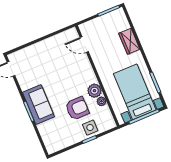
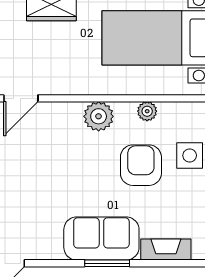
plant: (94, 91) -> (99, 116), moved
fireplace: (45, 134) -> (166, 250), added

